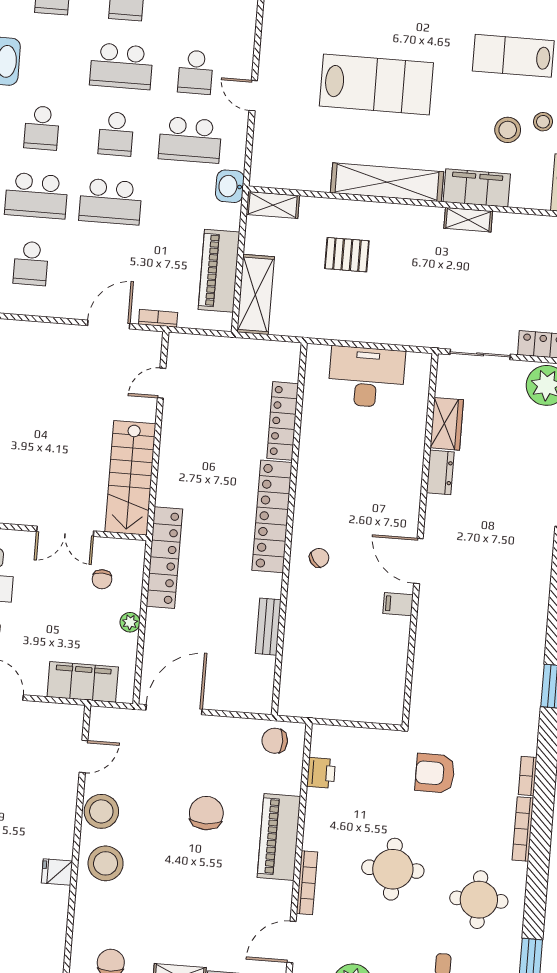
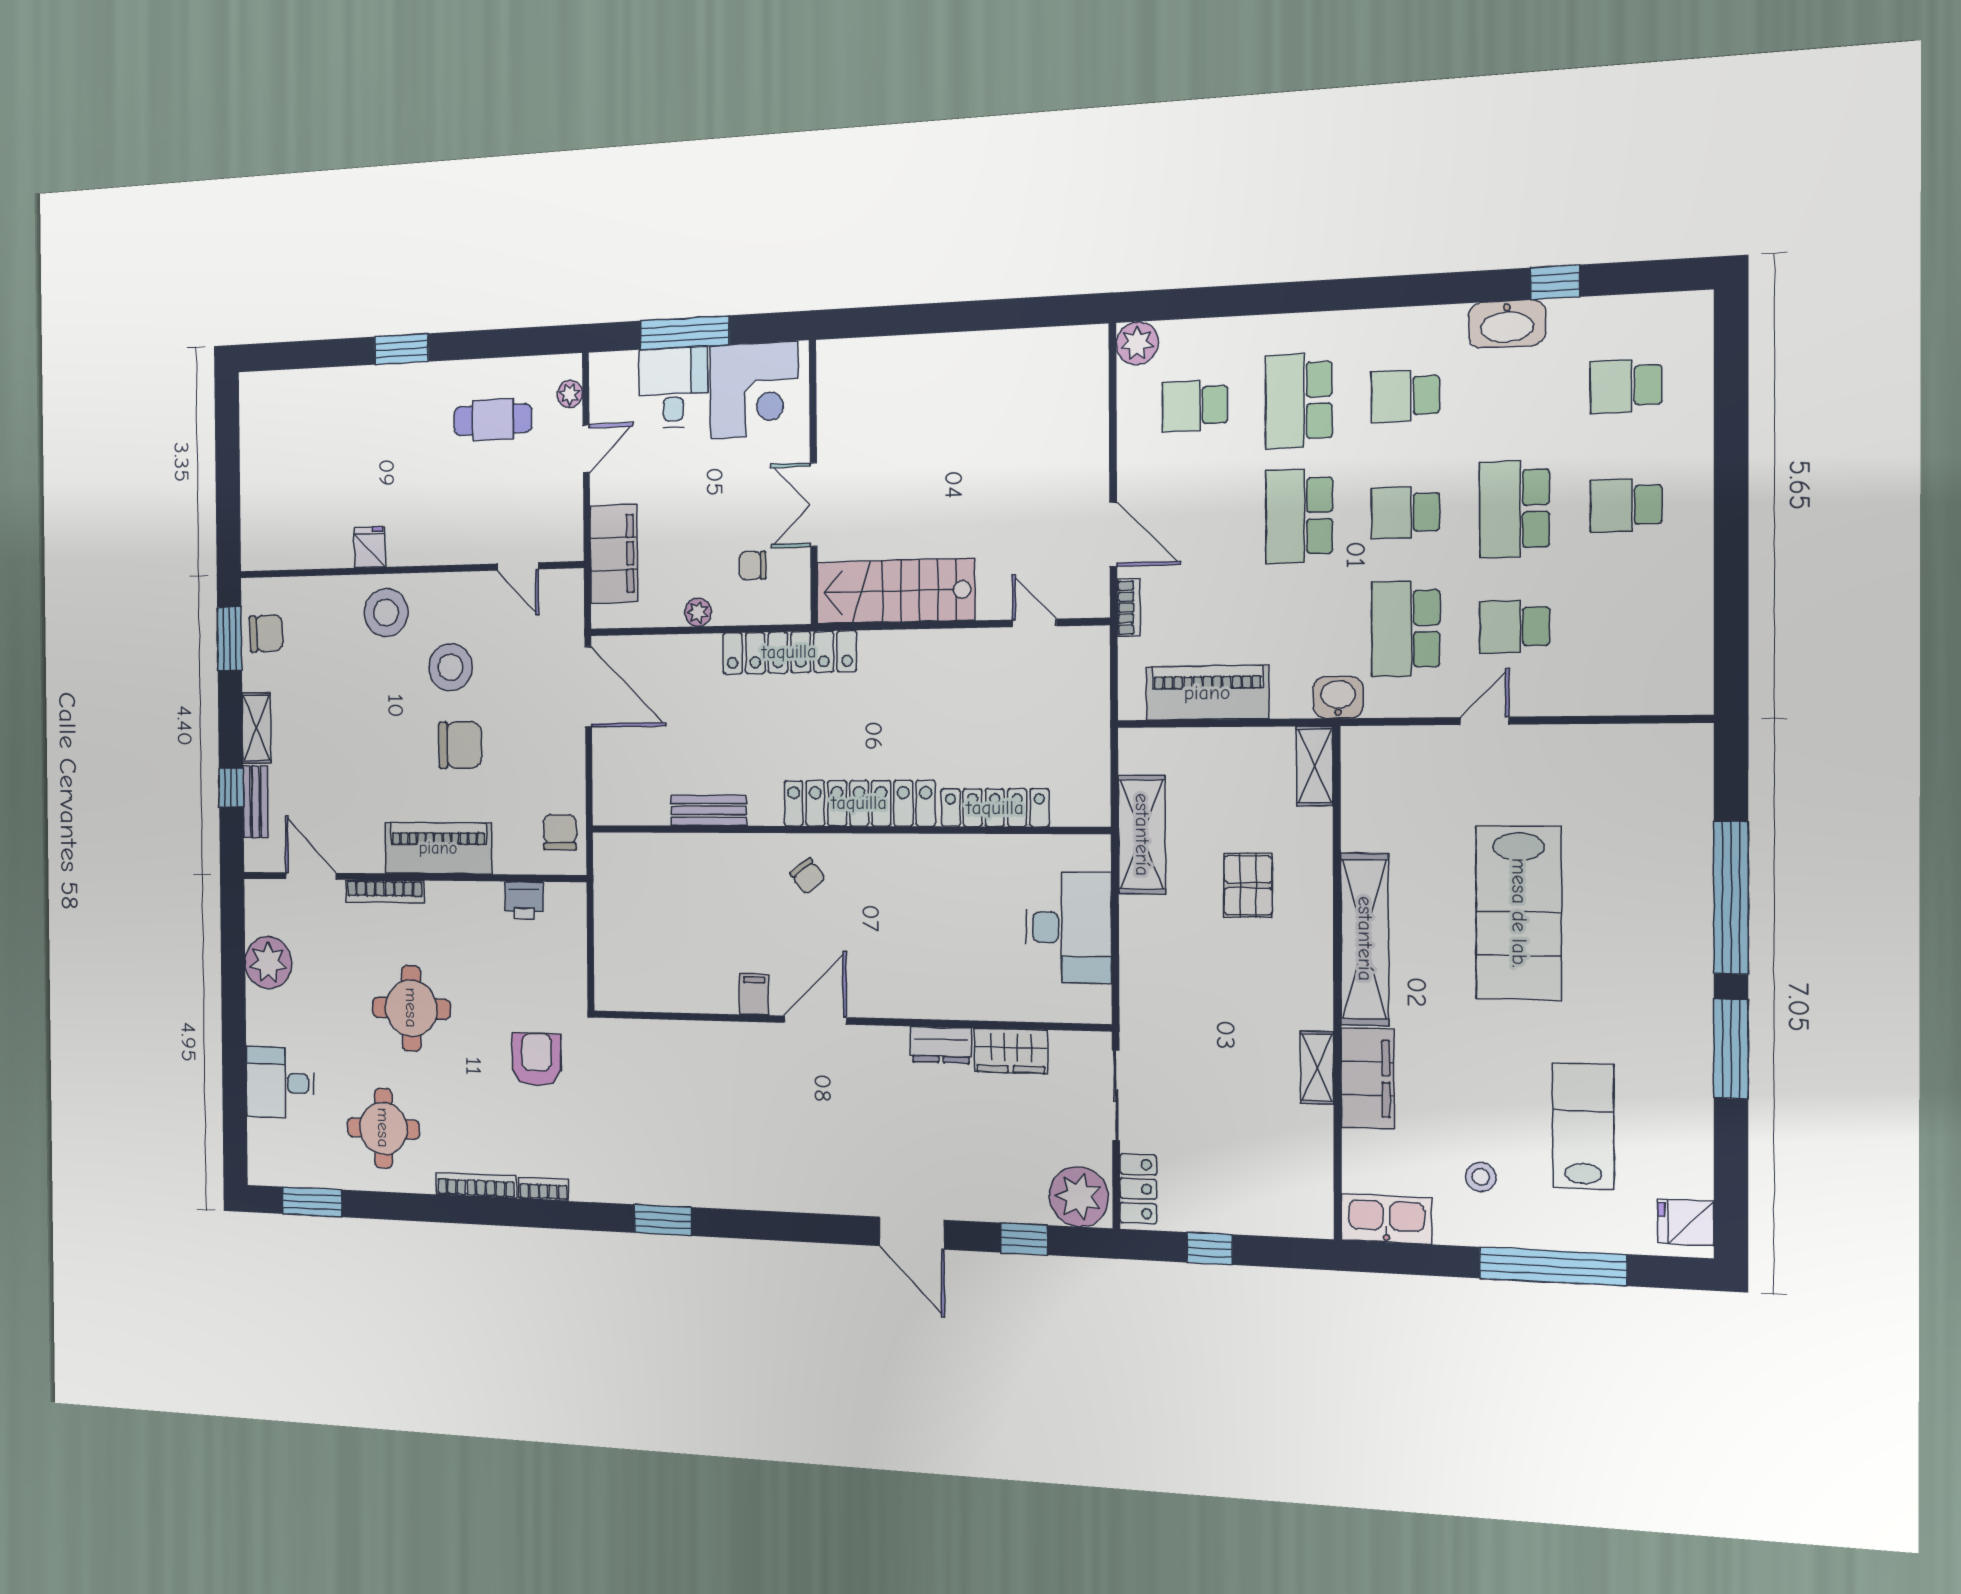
stool: (508, 130) -> (1463, 1122), removed
shelving: (255, 294) -> (1142, 835), moved, turned 90
stool: (101, 811) -> (450, 667), moved

